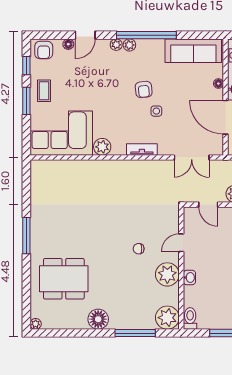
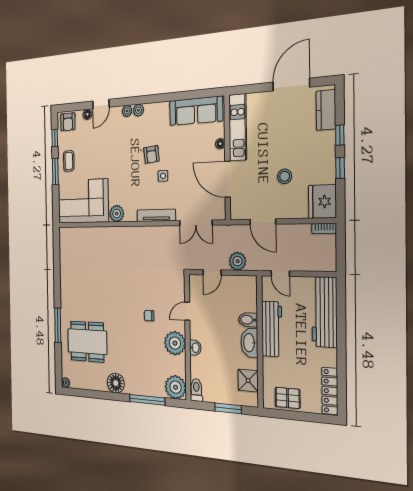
window: (146, 35) -> (153, 99), removed
tv unit: (142, 149) -> (156, 215), width x1.41
door: (208, 205) -> (212, 272), hinge flipped
window: (26, 236) -> (58, 325), moved

